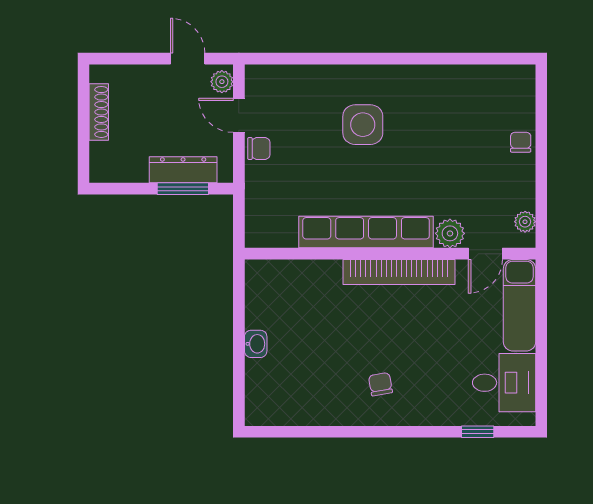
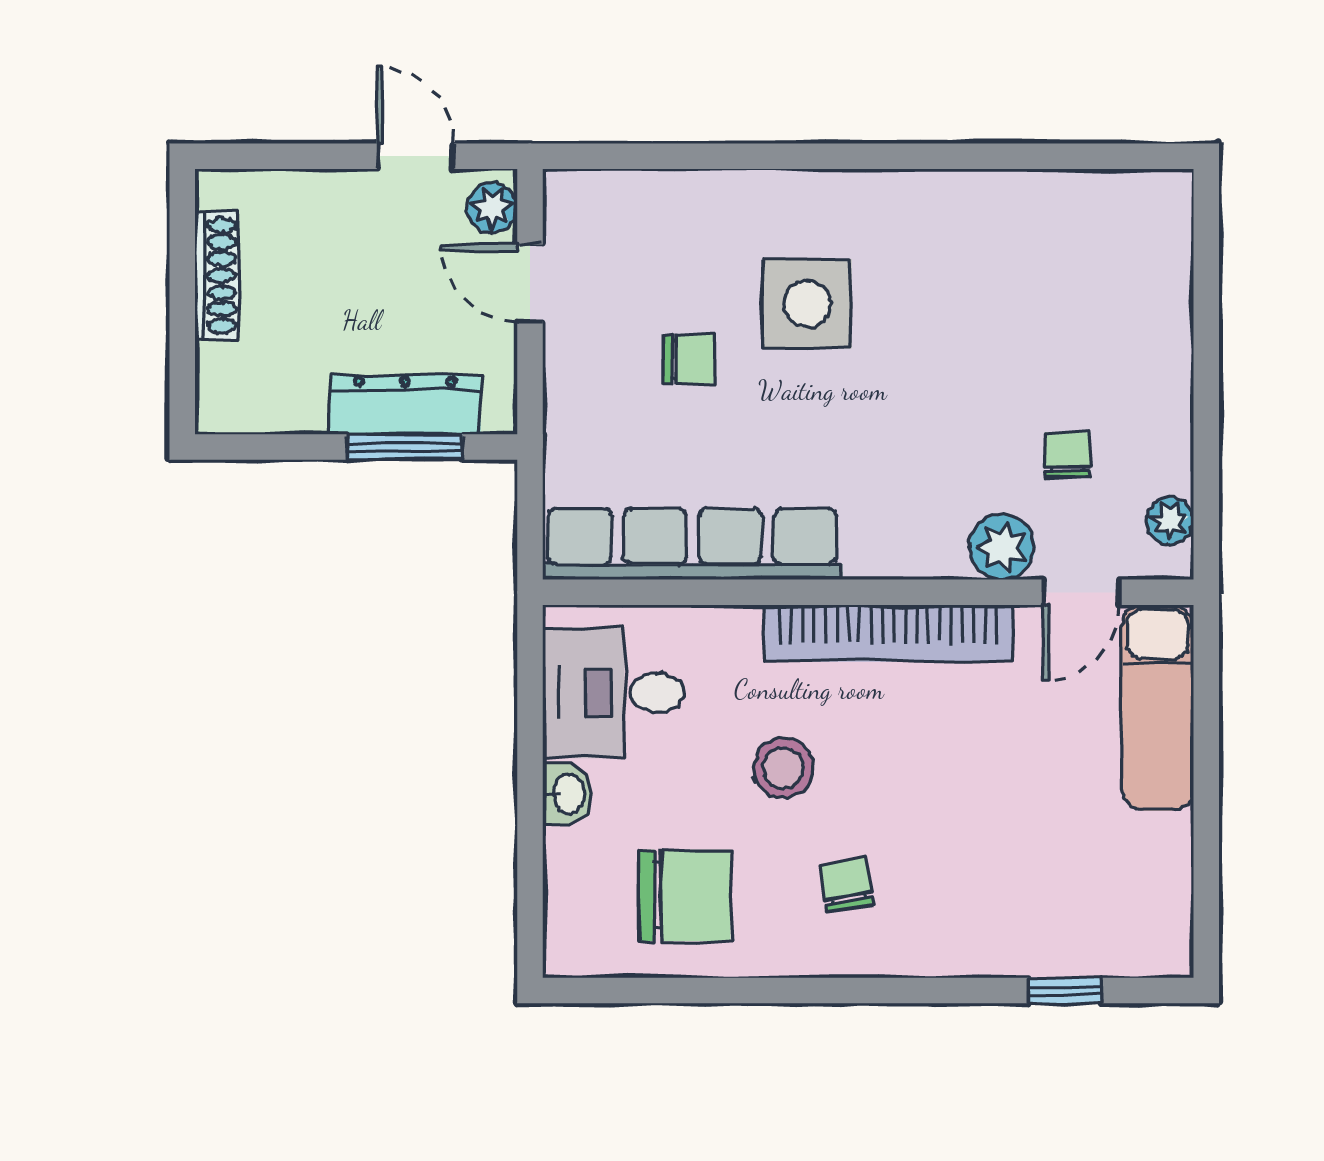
chair: (521, 142) -> (1067, 455), moved
chair: (259, 148) -> (689, 359), moved
row of seats: (366, 232) -> (693, 544), moved
stool: (352, 332) -> (783, 768), added
desk: (504, 383) -> (613, 693), moved, turned 180
chair: (308, 389) -> (685, 896), added

